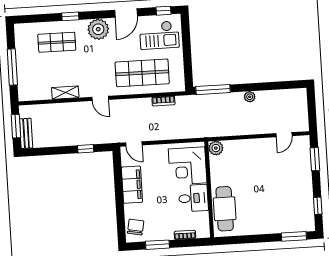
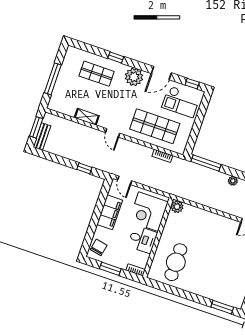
plant: (216, 148) -> (177, 207), moved
corner desk: (188, 166) -> (148, 212), moved
wall: (209, 189) -> (158, 238), moved
desk: (193, 198) -> (143, 239), moved

